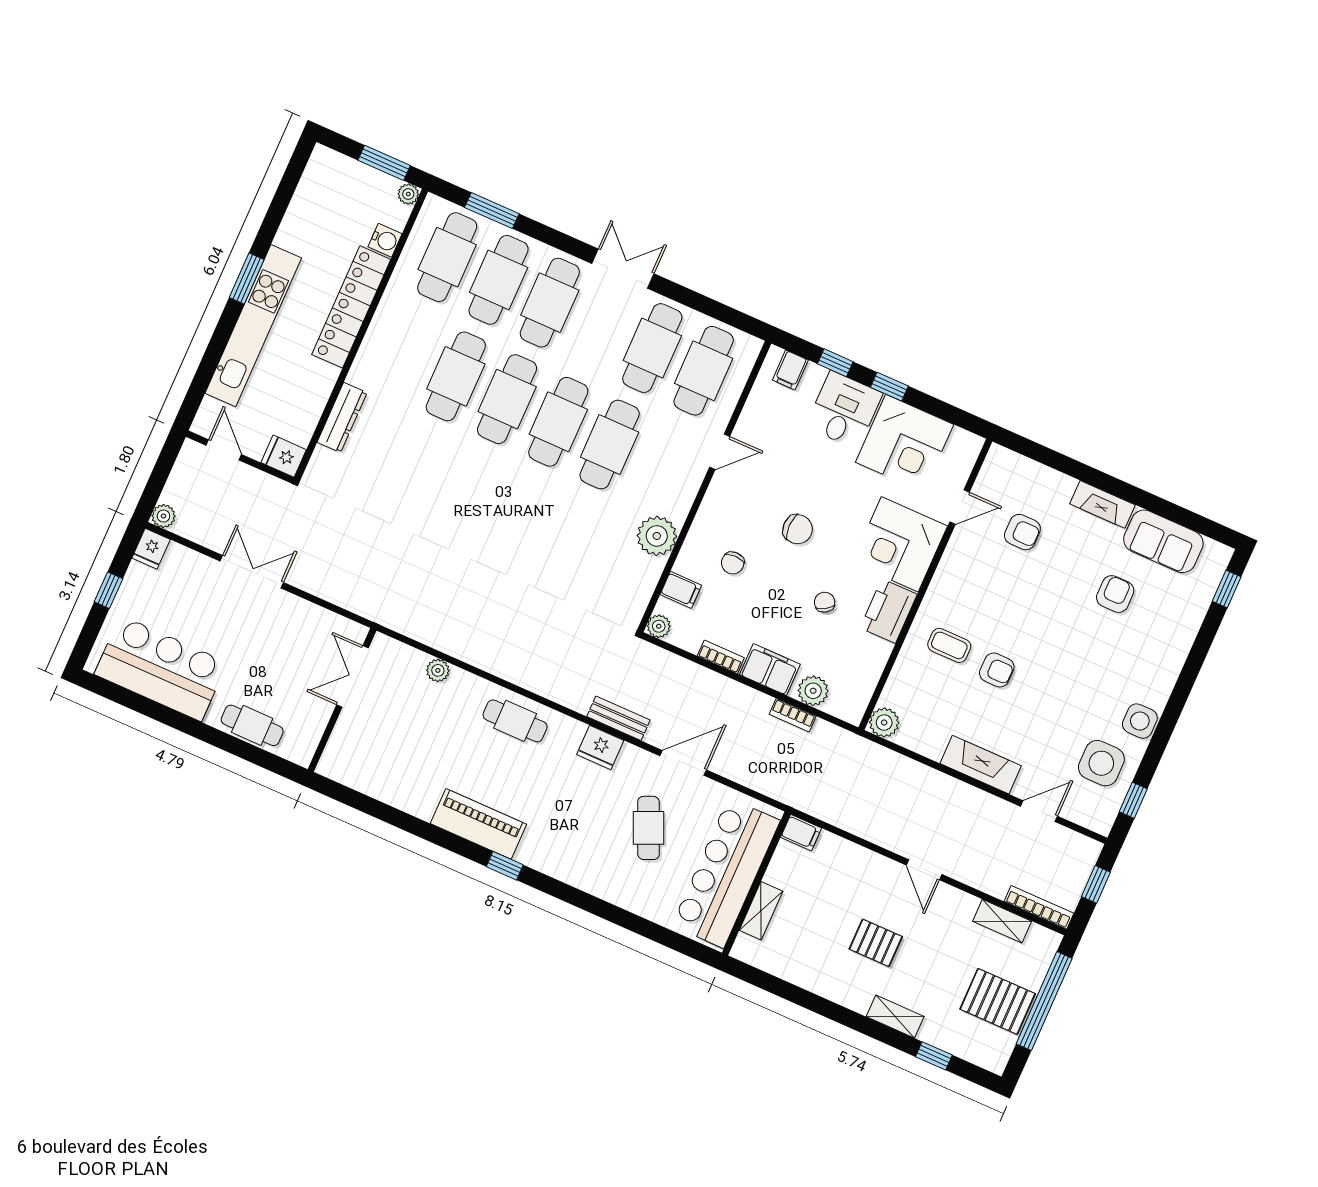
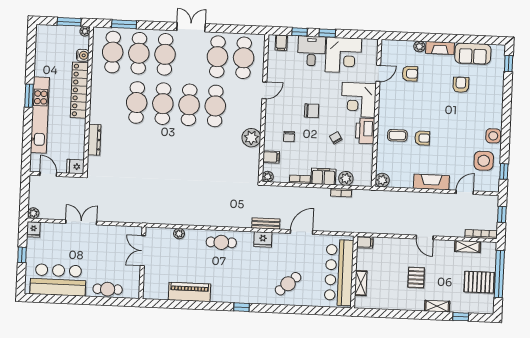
plant: (1063, 485) -> (419, 46), added
piano: (478, 824) -> (189, 292), moved
cafe table: (648, 828) -> (288, 284), moved, turned 72
pallet: (876, 943) -> (416, 277), turned 90

